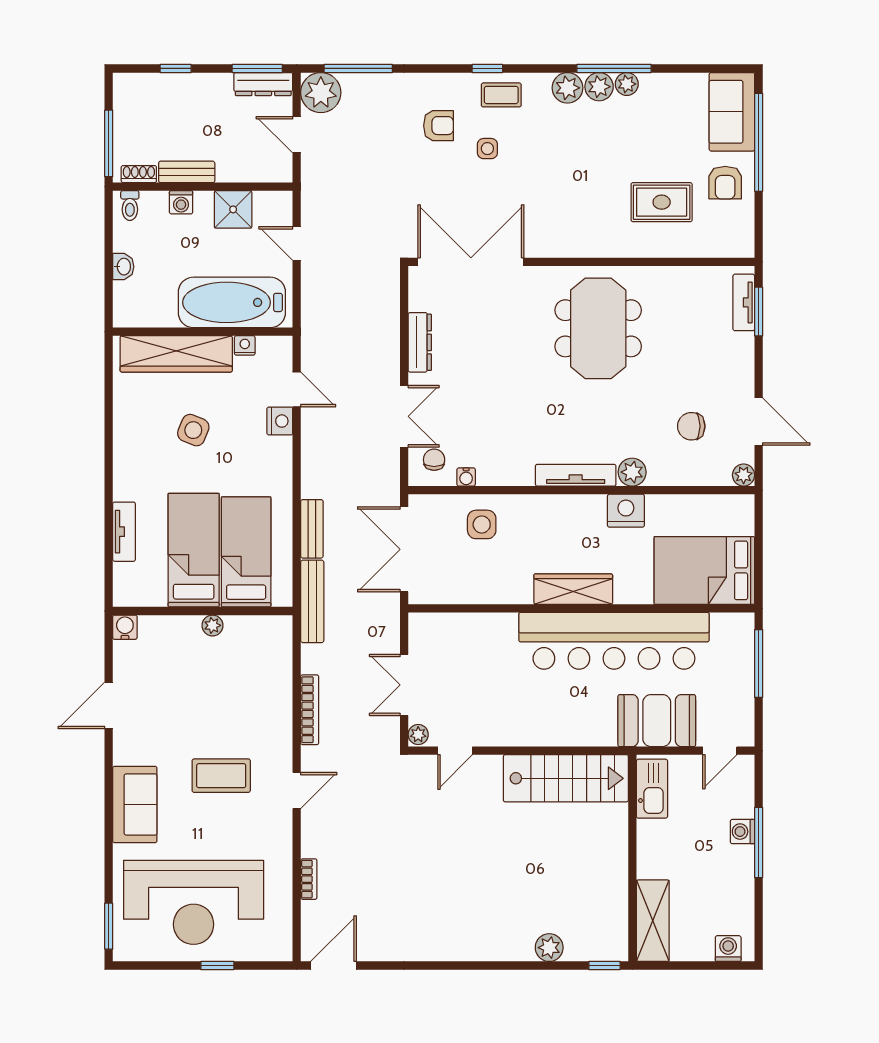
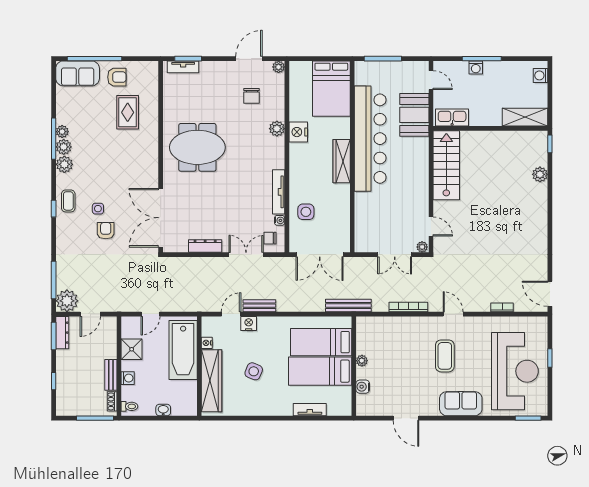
armchair: (439, 126) -> (106, 231), moved
tv unit: (576, 475) -> (279, 192), moved
bench: (312, 529) -> (259, 306), moved
water cooler: (125, 627) -> (363, 387), moved

